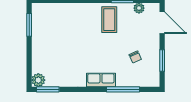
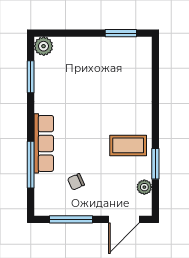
window: (162, 61) -> (71, 219), width x1.44
row of seats: (101, 80) -> (44, 143), width x1.48
window: (48, 89) -> (31, 77), moved

